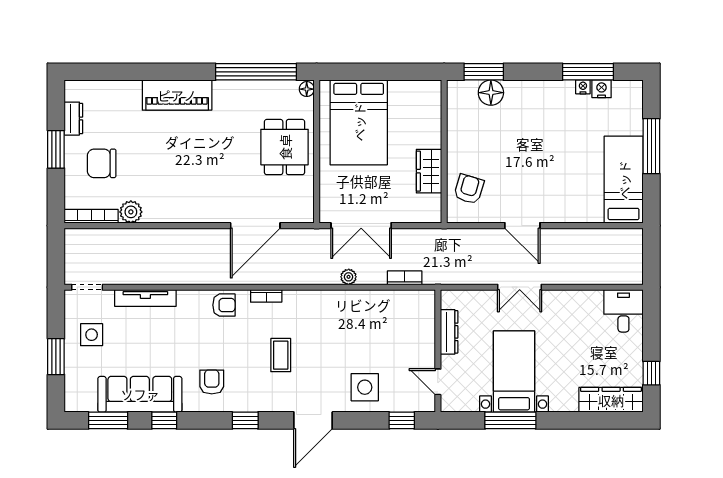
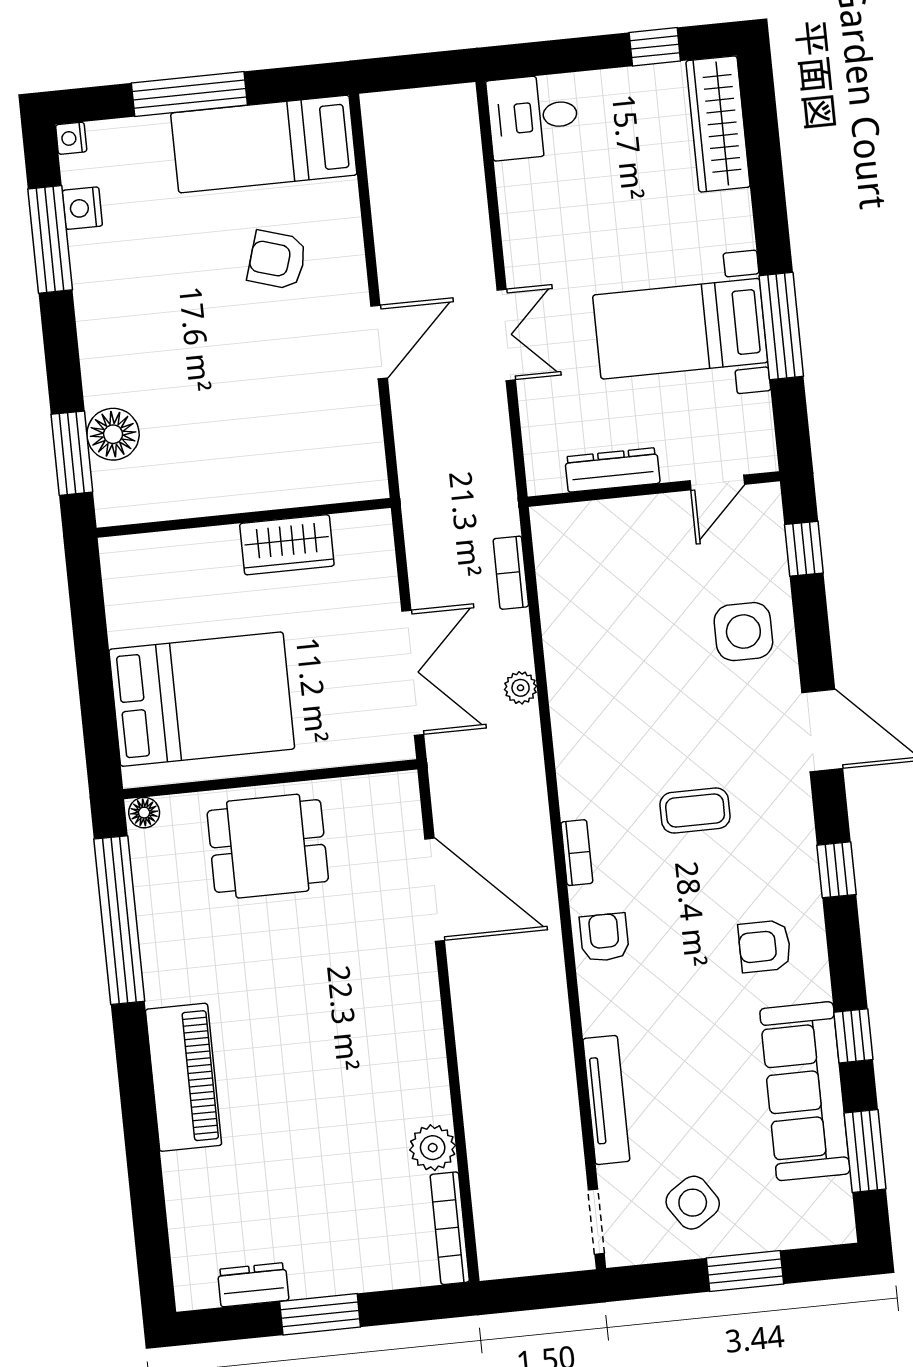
nightstand: (583, 87) -> (71, 138), moved
chair: (102, 163) -> (339, 1218), removed
armchair: (469, 189) -> (277, 260), moved
side table: (92, 335) -> (693, 1203), turned -34

